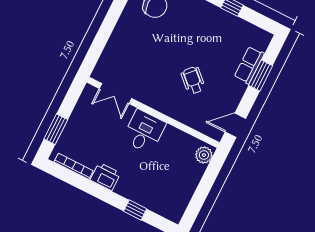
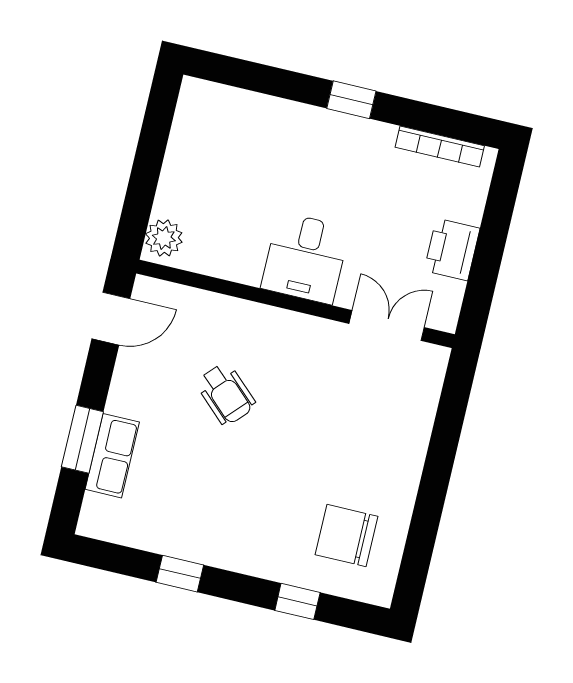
window: (56, 129) -> (497, 218), removed
printer: (105, 177) -> (452, 249), moved, turned 90
window: (135, 210) -> (351, 100), moved

